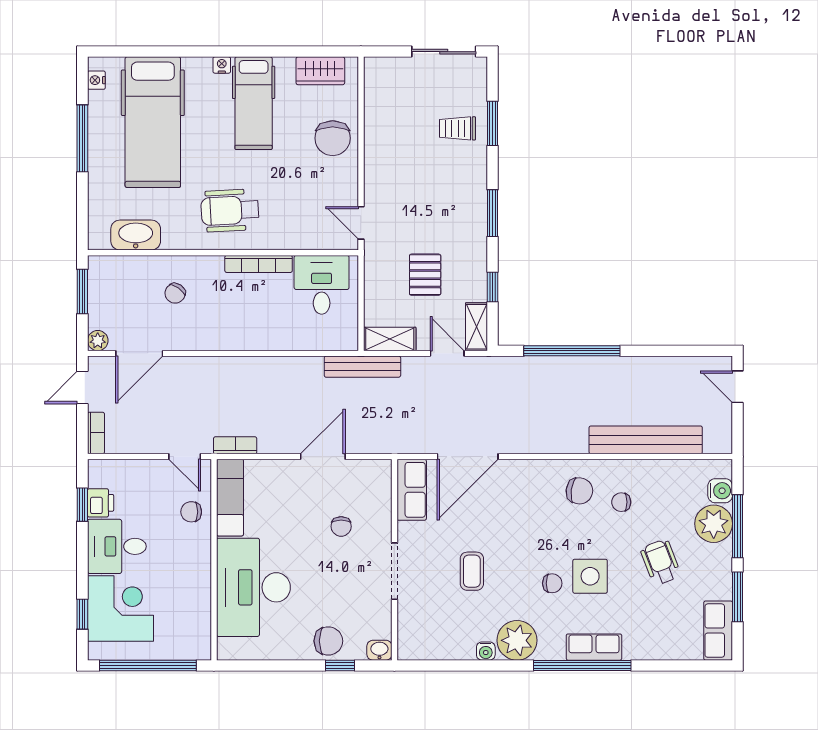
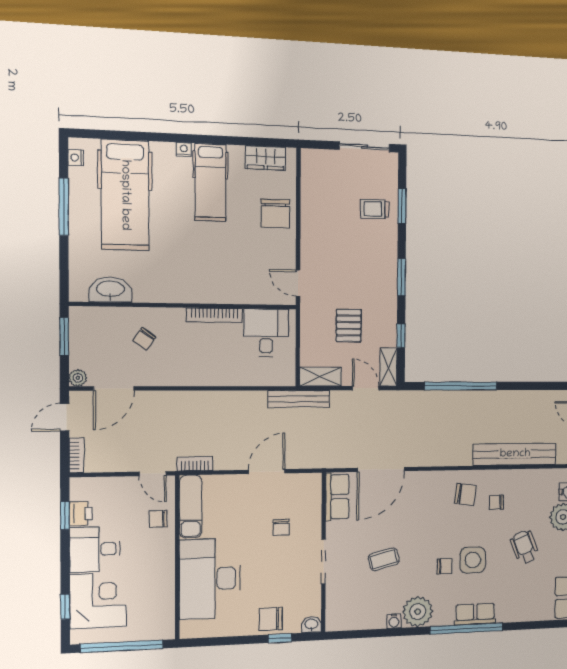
wheelchair: (230, 210) -> (191, 271), removed
coffee table: (472, 571) -> (384, 559), turned 76
chair: (328, 641) -> (271, 619), turned 180

